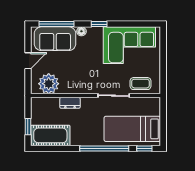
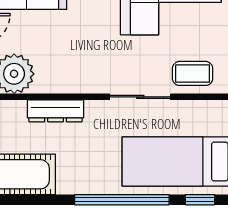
dresser: (70, 103) -> (55, 111), width x1.44

